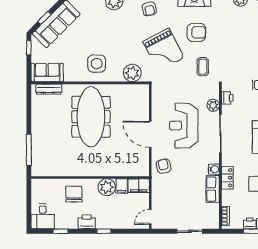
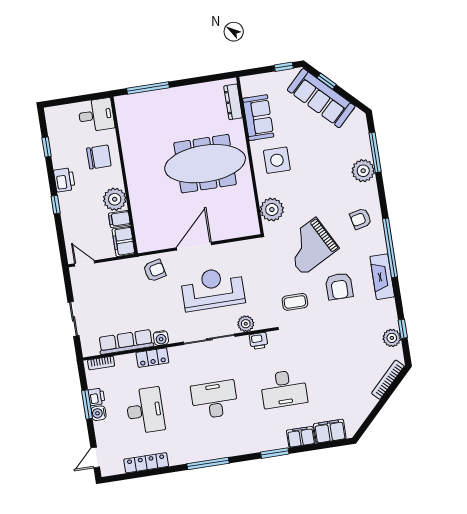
sofa: (47, 72) -> (258, 118), moved
row of seats: (213, 189) -> (126, 342), width x1.48
desk: (43, 216) -> (96, 115), moved, turned 180

